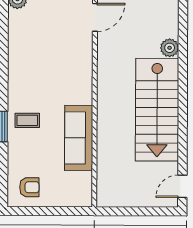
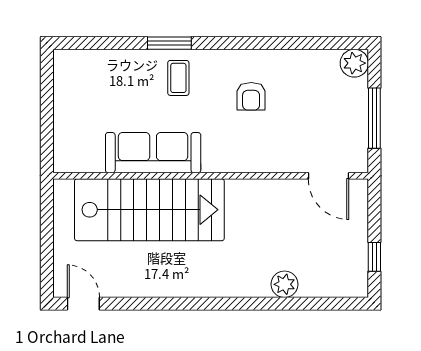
stairs: (157, 110) -> (149, 210), moved, turned 180
armchair: (29, 187) -> (251, 96), moved

